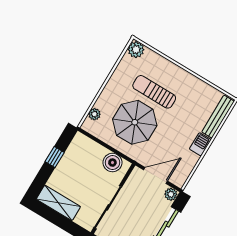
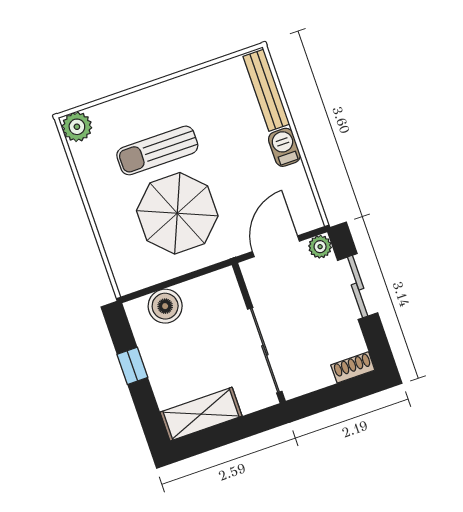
plant: (94, 114) -> (119, 260), removed
boiler: (112, 163) -> (165, 306), moved

